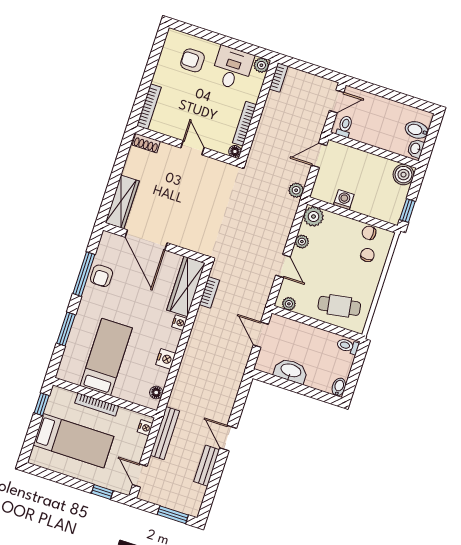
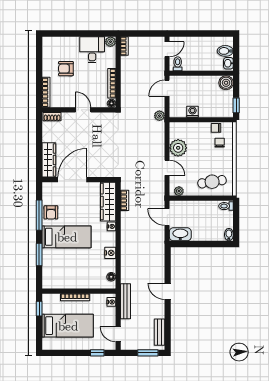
armchair: (192, 60) -> (66, 69), moved
plant: (313, 216) -> (176, 129), removed
door: (146, 240) -> (72, 180), swing flipped
plant: (302, 242) -> (178, 148), width x1.88, depth x1.88
bed: (106, 357) -> (67, 237), moved, turned 90
washbasin: (291, 371) -> (180, 234), moved
bench: (207, 466) -> (160, 332), moved

